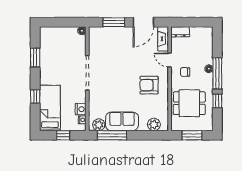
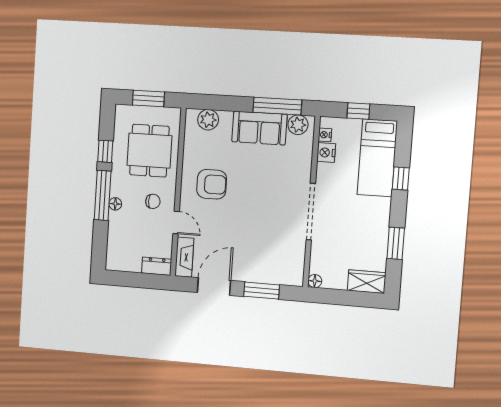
wardrobe: (51, 33) -> (367, 282), added
dining table: (189, 103) -> (149, 151), turned 90

